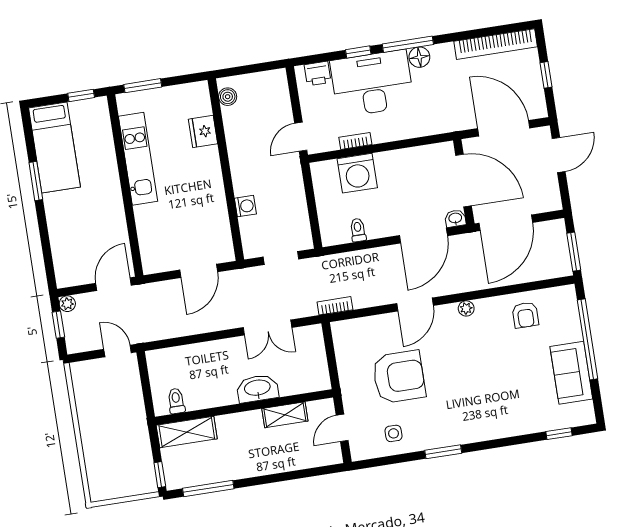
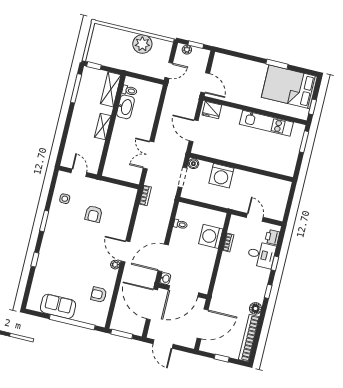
window: (408, 44) -> (268, 291), width x0.46
floor lamp: (419, 57) -> (255, 308), moved
desk: (372, 83) -> (261, 255), width x0.53, depth x0.77
boiler: (228, 97) -> (193, 164), moved
fridge: (203, 131) -> (212, 110), moved, turned 180
door: (301, 137) -> (255, 217), moved
bed: (54, 147) -> (289, 87), width x1.50
door: (559, 155) -> (163, 344), moved
washing machine: (245, 206) -> (221, 176), width x1.89, depth x1.89
door: (423, 236) -> (163, 258), hinge flipped
plant: (67, 304) -> (187, 50), moved
door: (415, 304) -> (125, 251), moved
armchair: (399, 377) -> (94, 214), width x0.53, depth x0.53
washbasin: (257, 388) -> (126, 107), moved
plant: (93, 411) -> (142, 44), added
shelving: (285, 415) -> (103, 126), moved
window: (559, 434) -> (35, 260), moved

